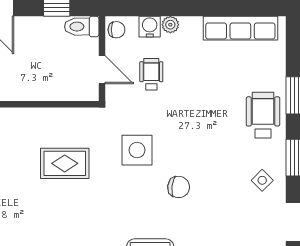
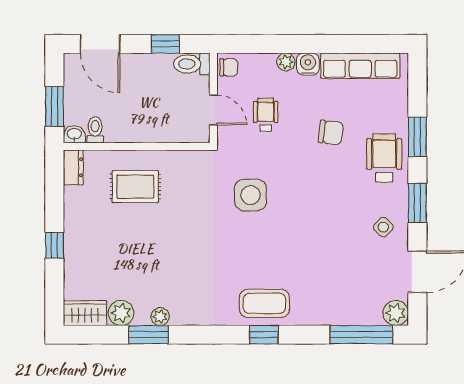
water cooler: (150, 27) -> (308, 64), moved
rug: (65, 163) -> (135, 187), moved
chair: (179, 187) -> (331, 132), moved

